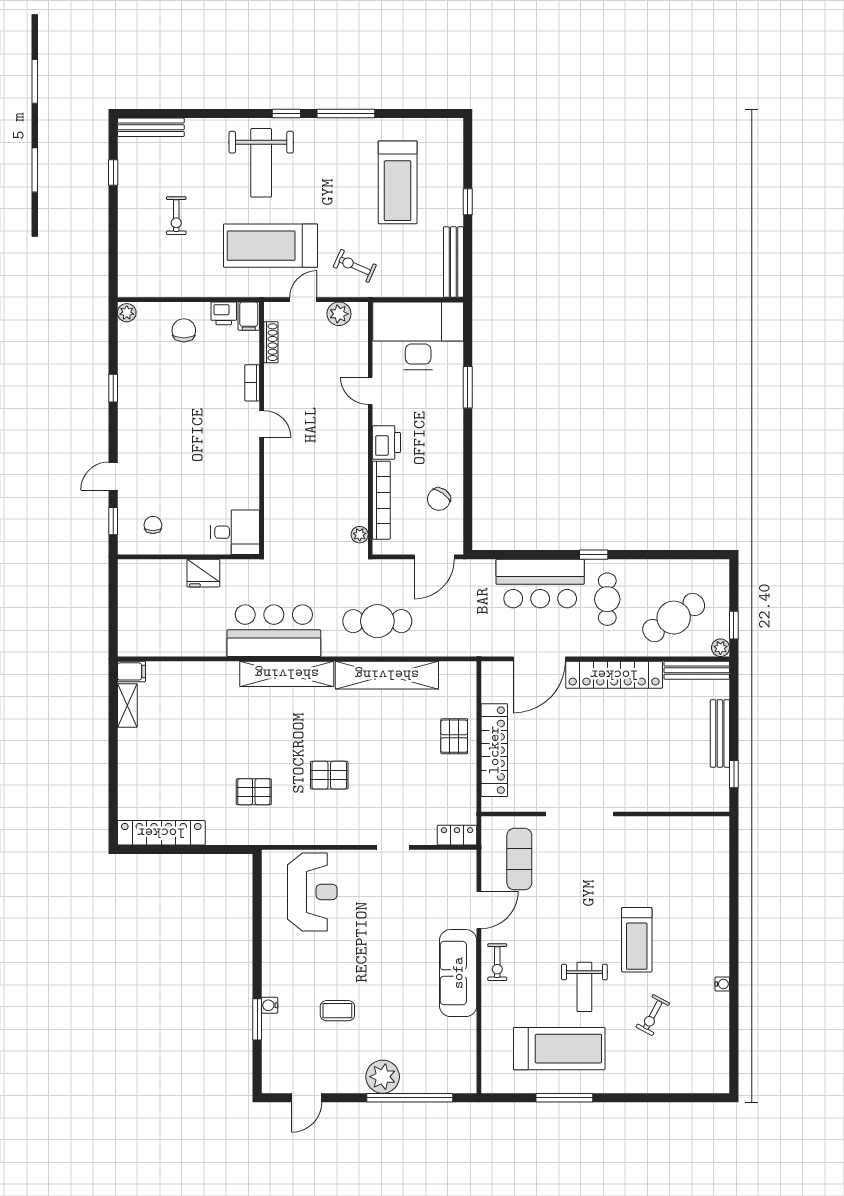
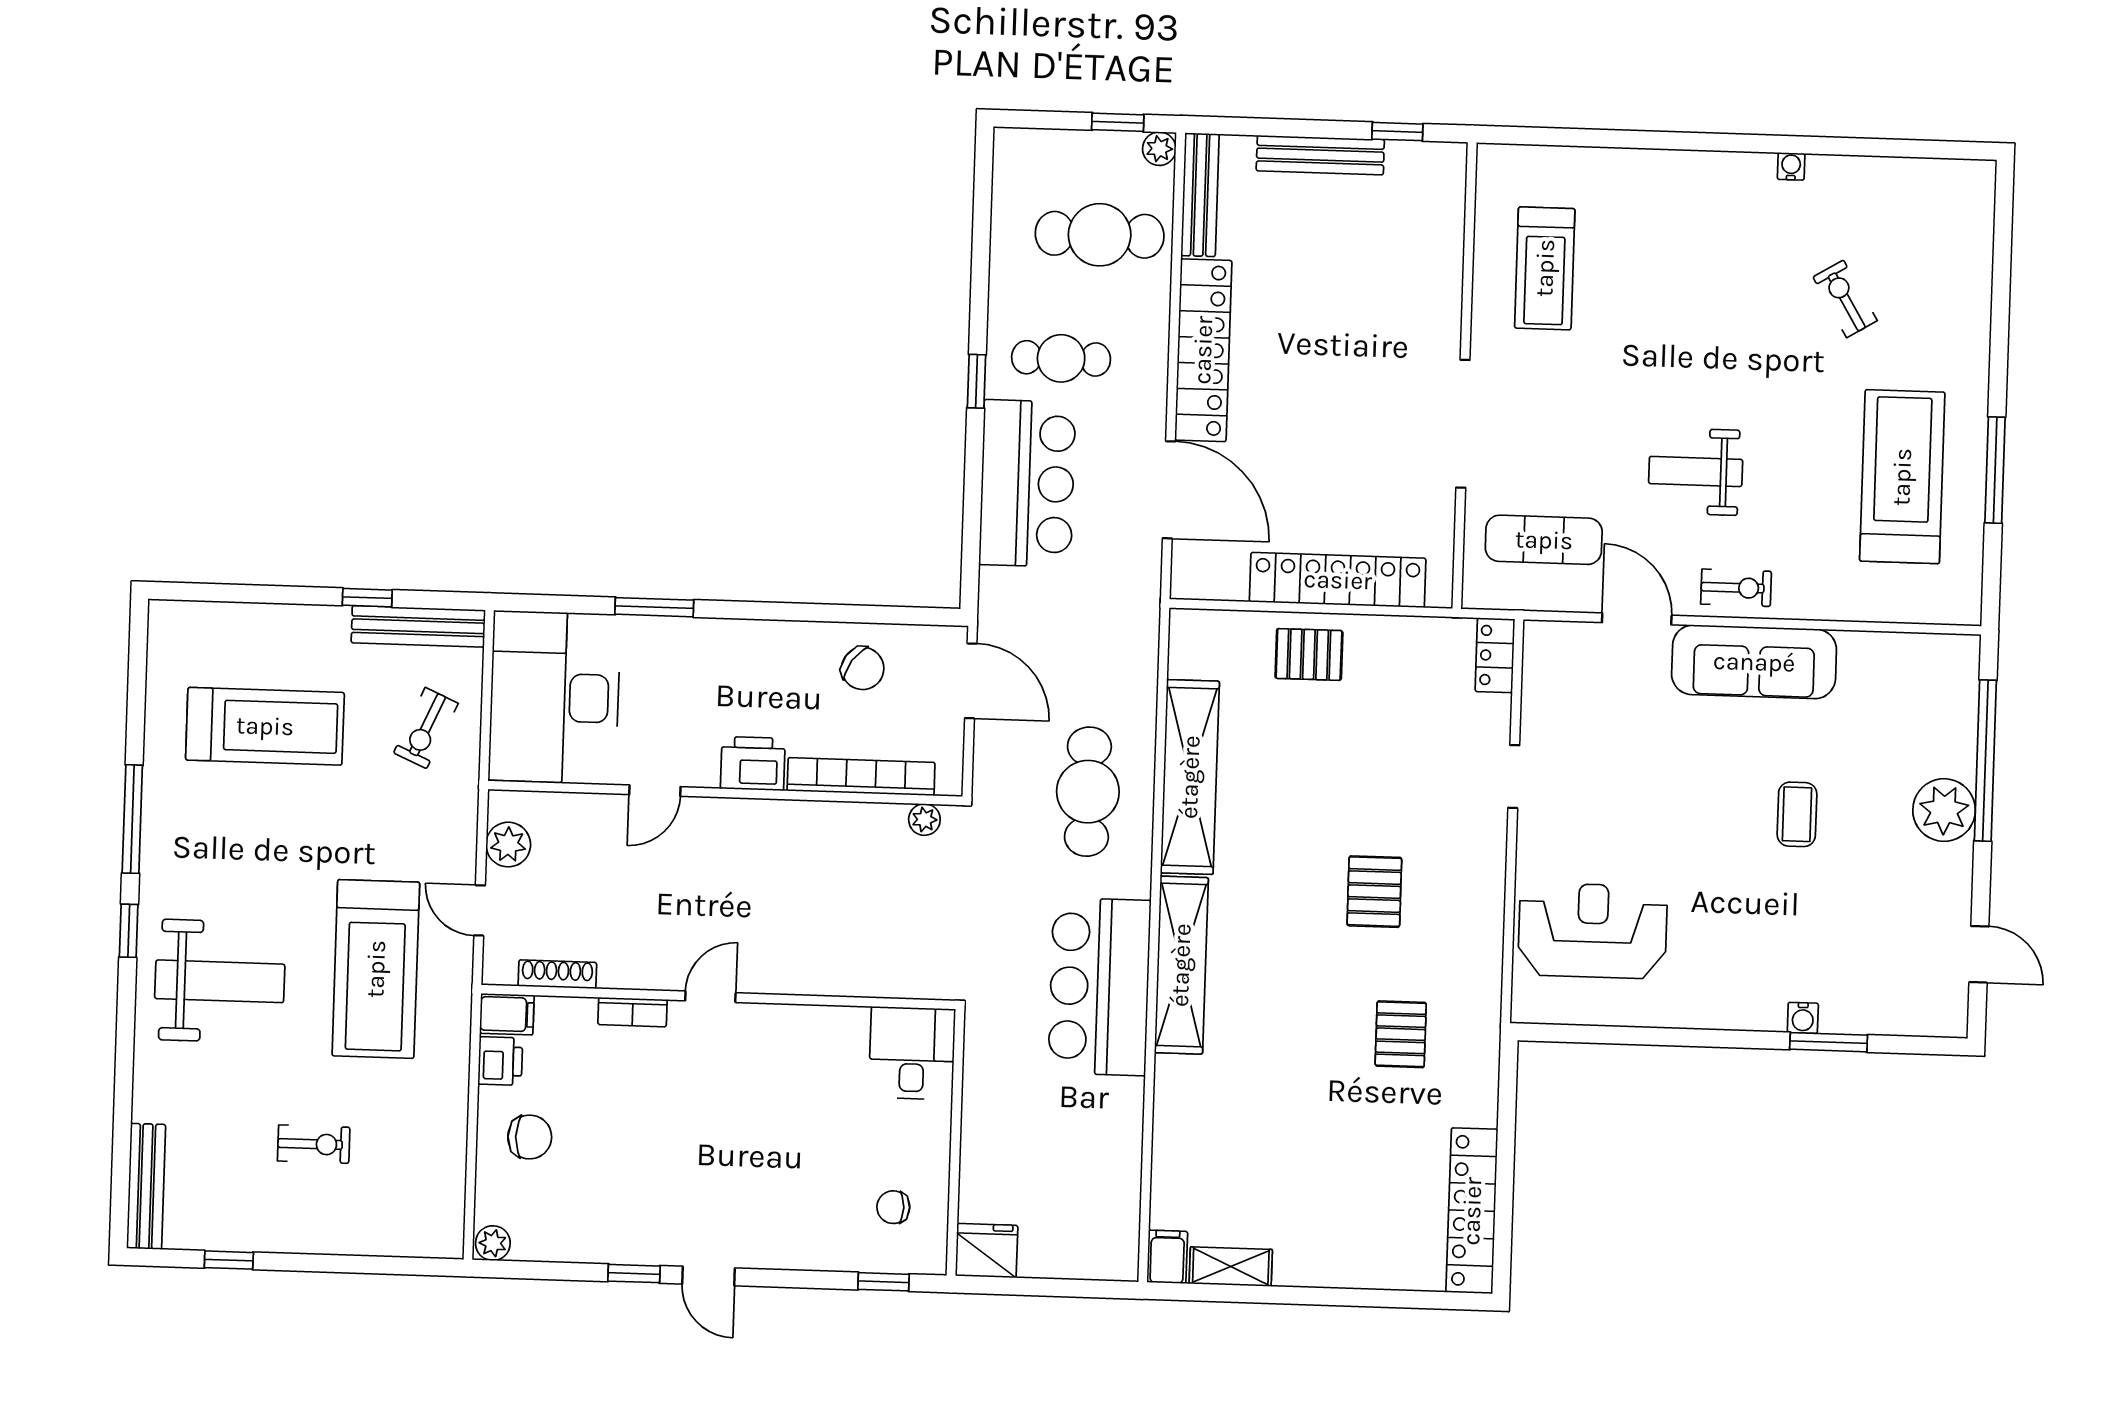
window: (468, 202) -> (367, 598), moved
exercise bike: (355, 266) -> (426, 728), moved
chair: (184, 330) -> (530, 1137), turned 180
door: (113, 476) -> (709, 1276), moved
fridge: (203, 573) -> (987, 1251), moved, turned -90
cafe table: (674, 618) -> (1100, 235), turned -57
treadmill: (637, 940) -> (1545, 268), moved, turned 90
weight bench: (584, 987) -> (1696, 471), moved, turned 180
coffee table: (337, 1011) -> (1797, 814), moved
exercise bike: (653, 1015) -> (1845, 299), turned -149

